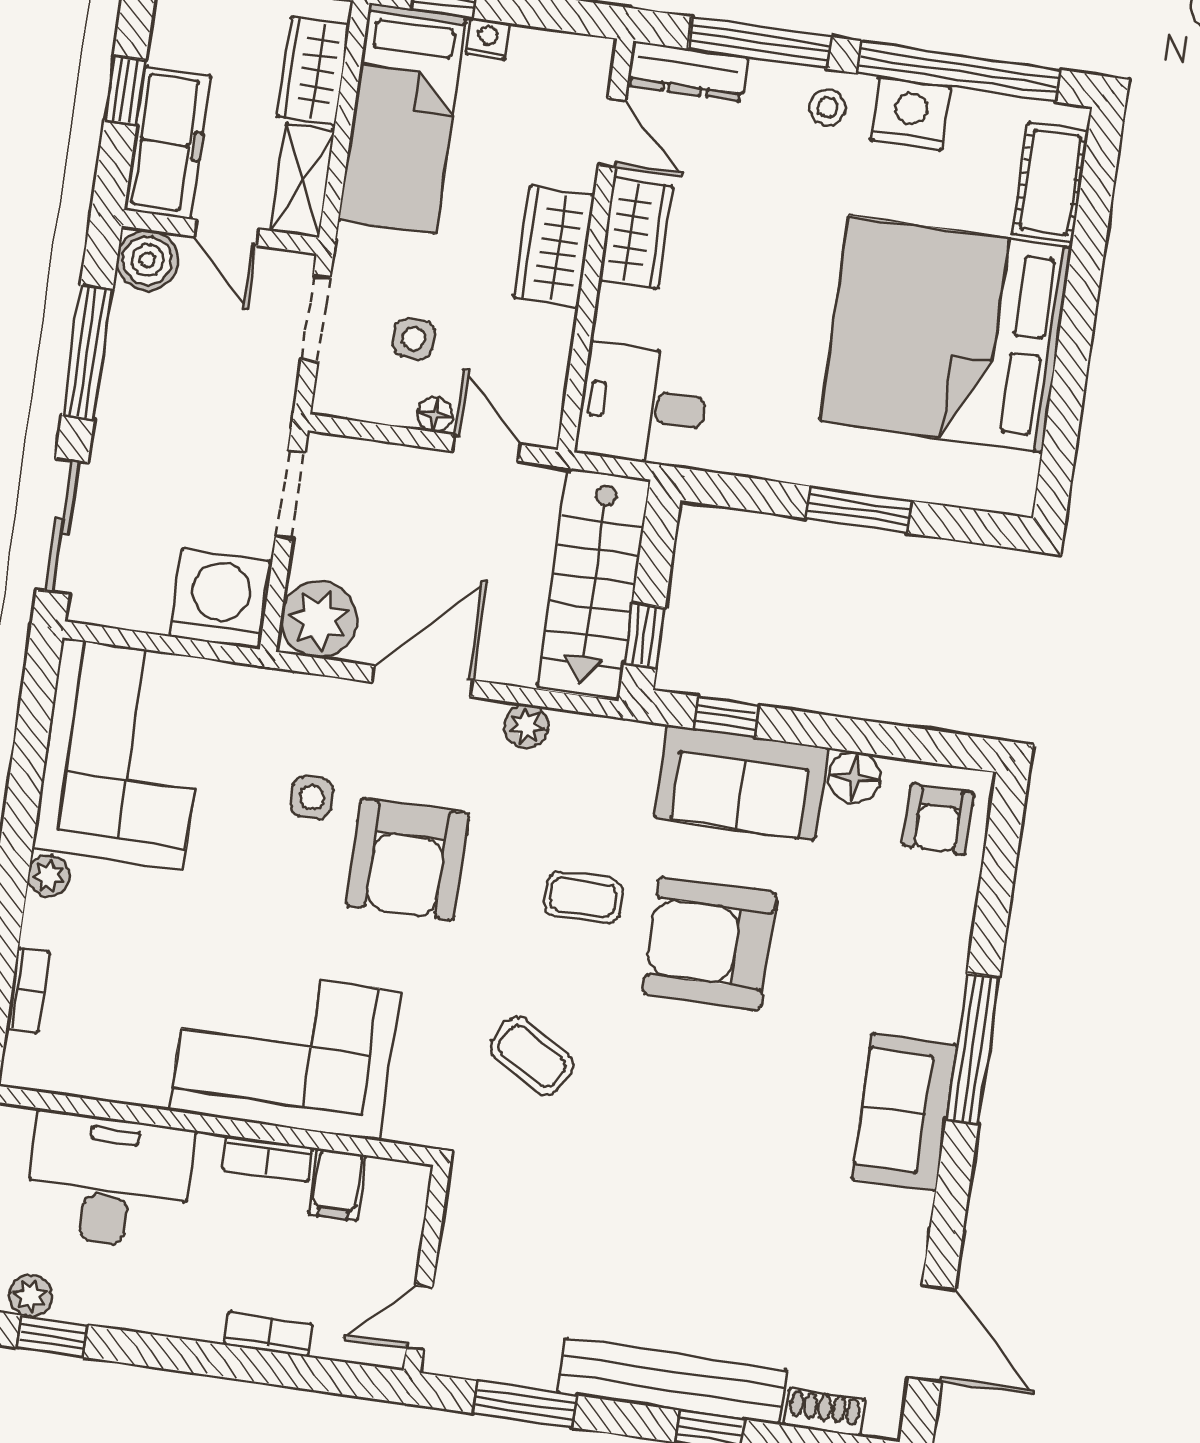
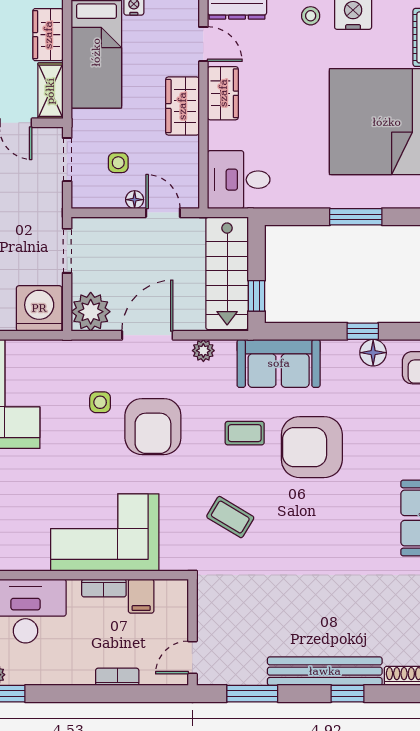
window: (726, 717) -> (363, 331), moved
sofa: (741, 783) -> (279, 363), moved

